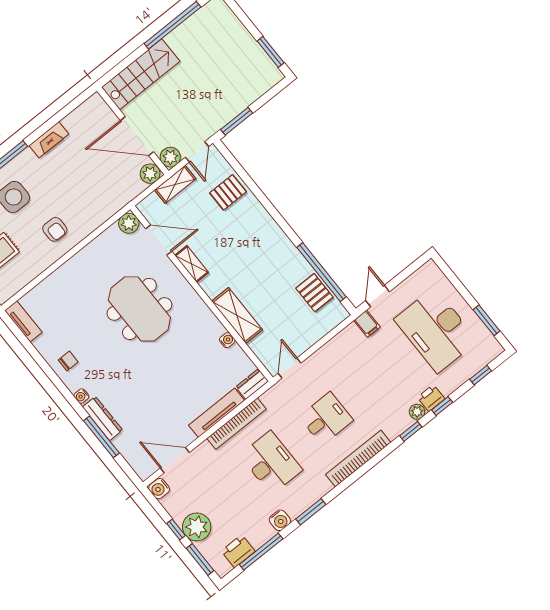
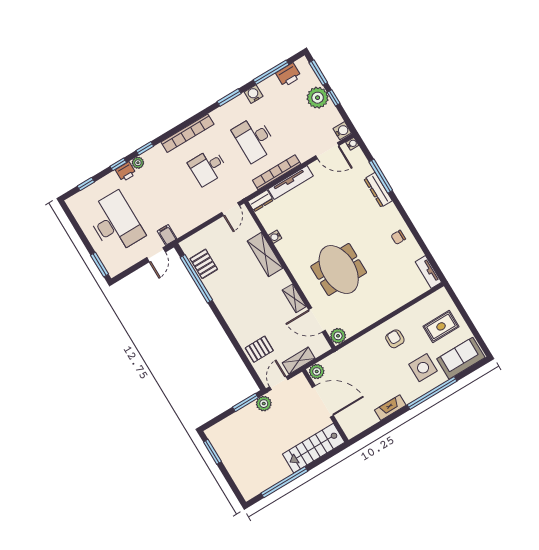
plant: (170, 157) -> (264, 404), moved
window: (486, 320) -> (100, 265), moved
water cooler: (81, 396) -> (352, 144), moved

